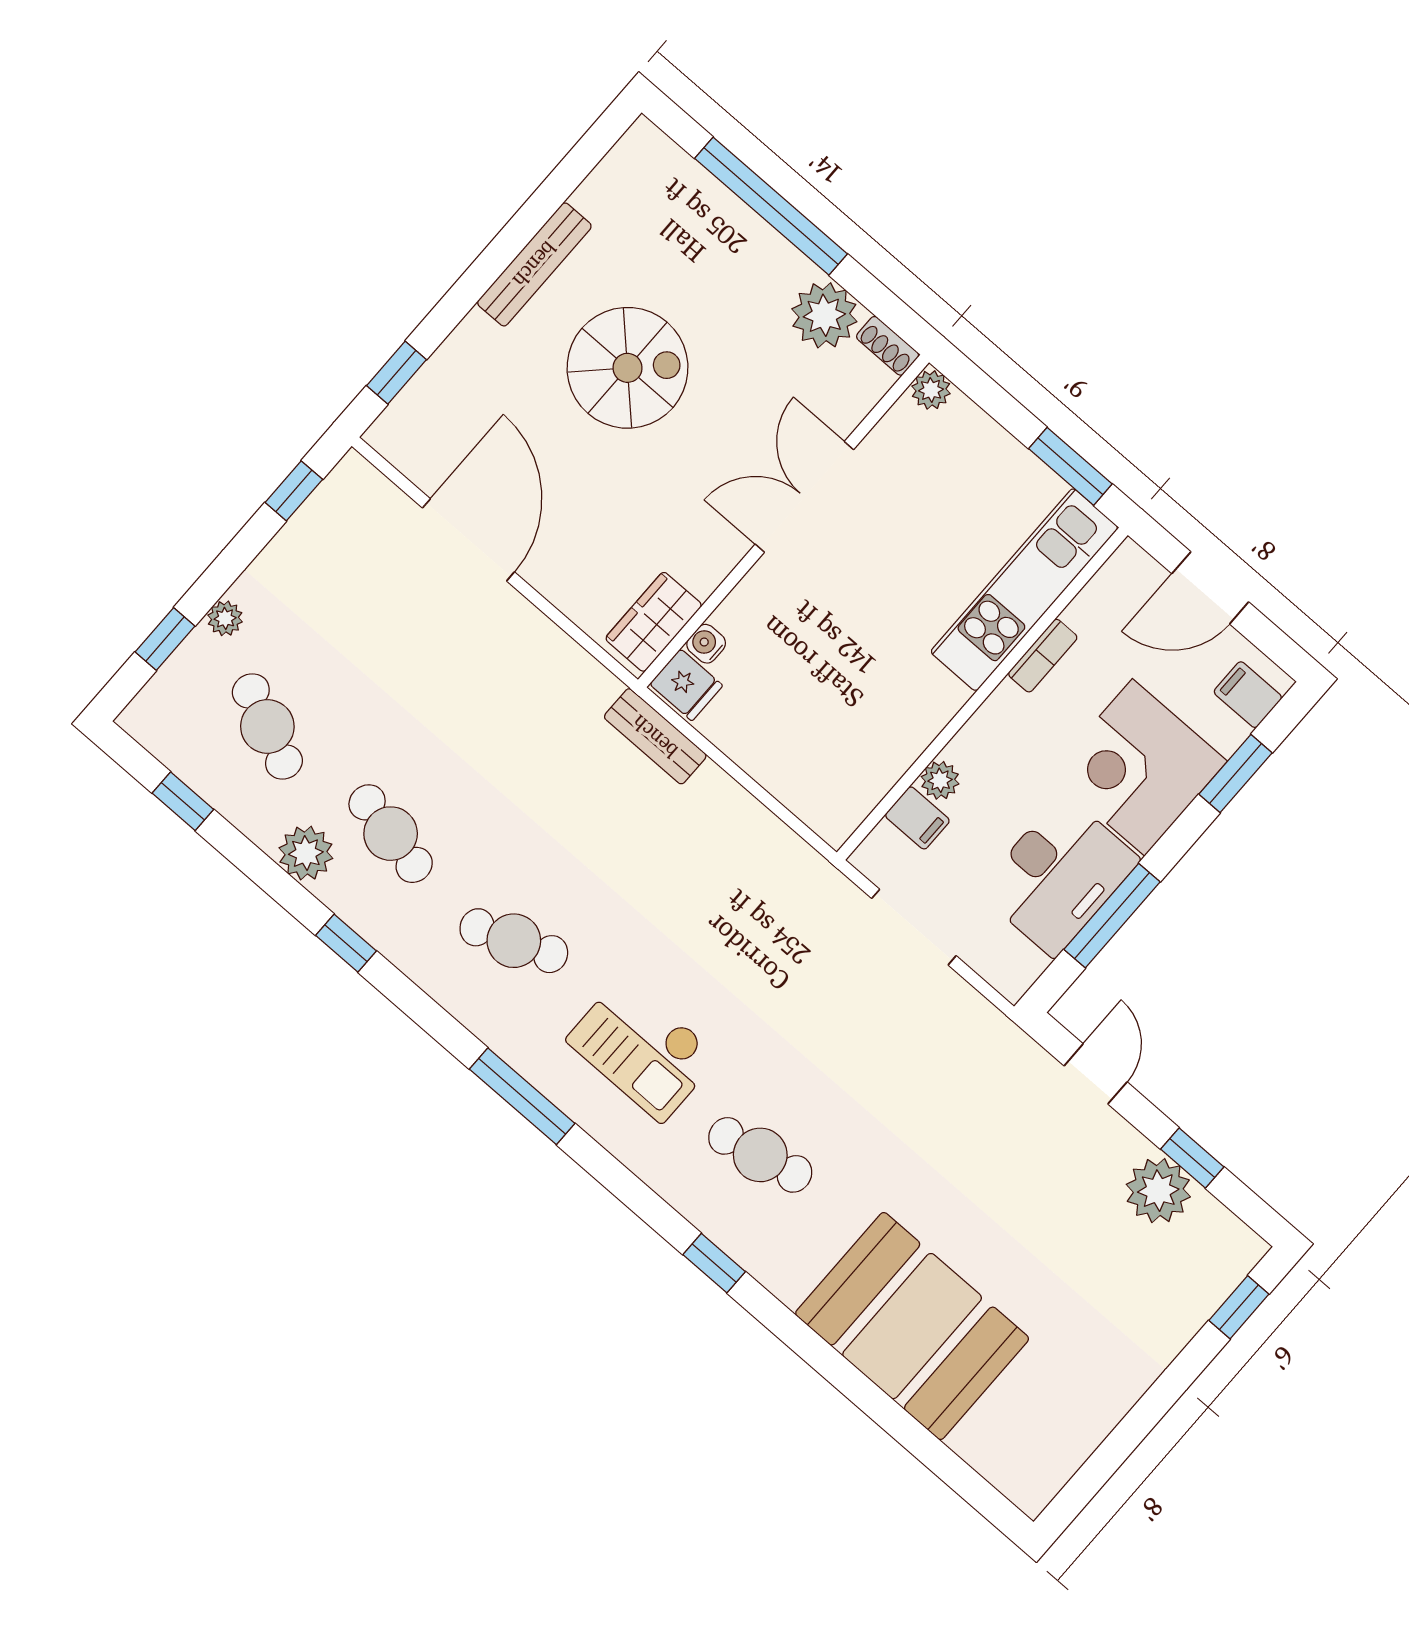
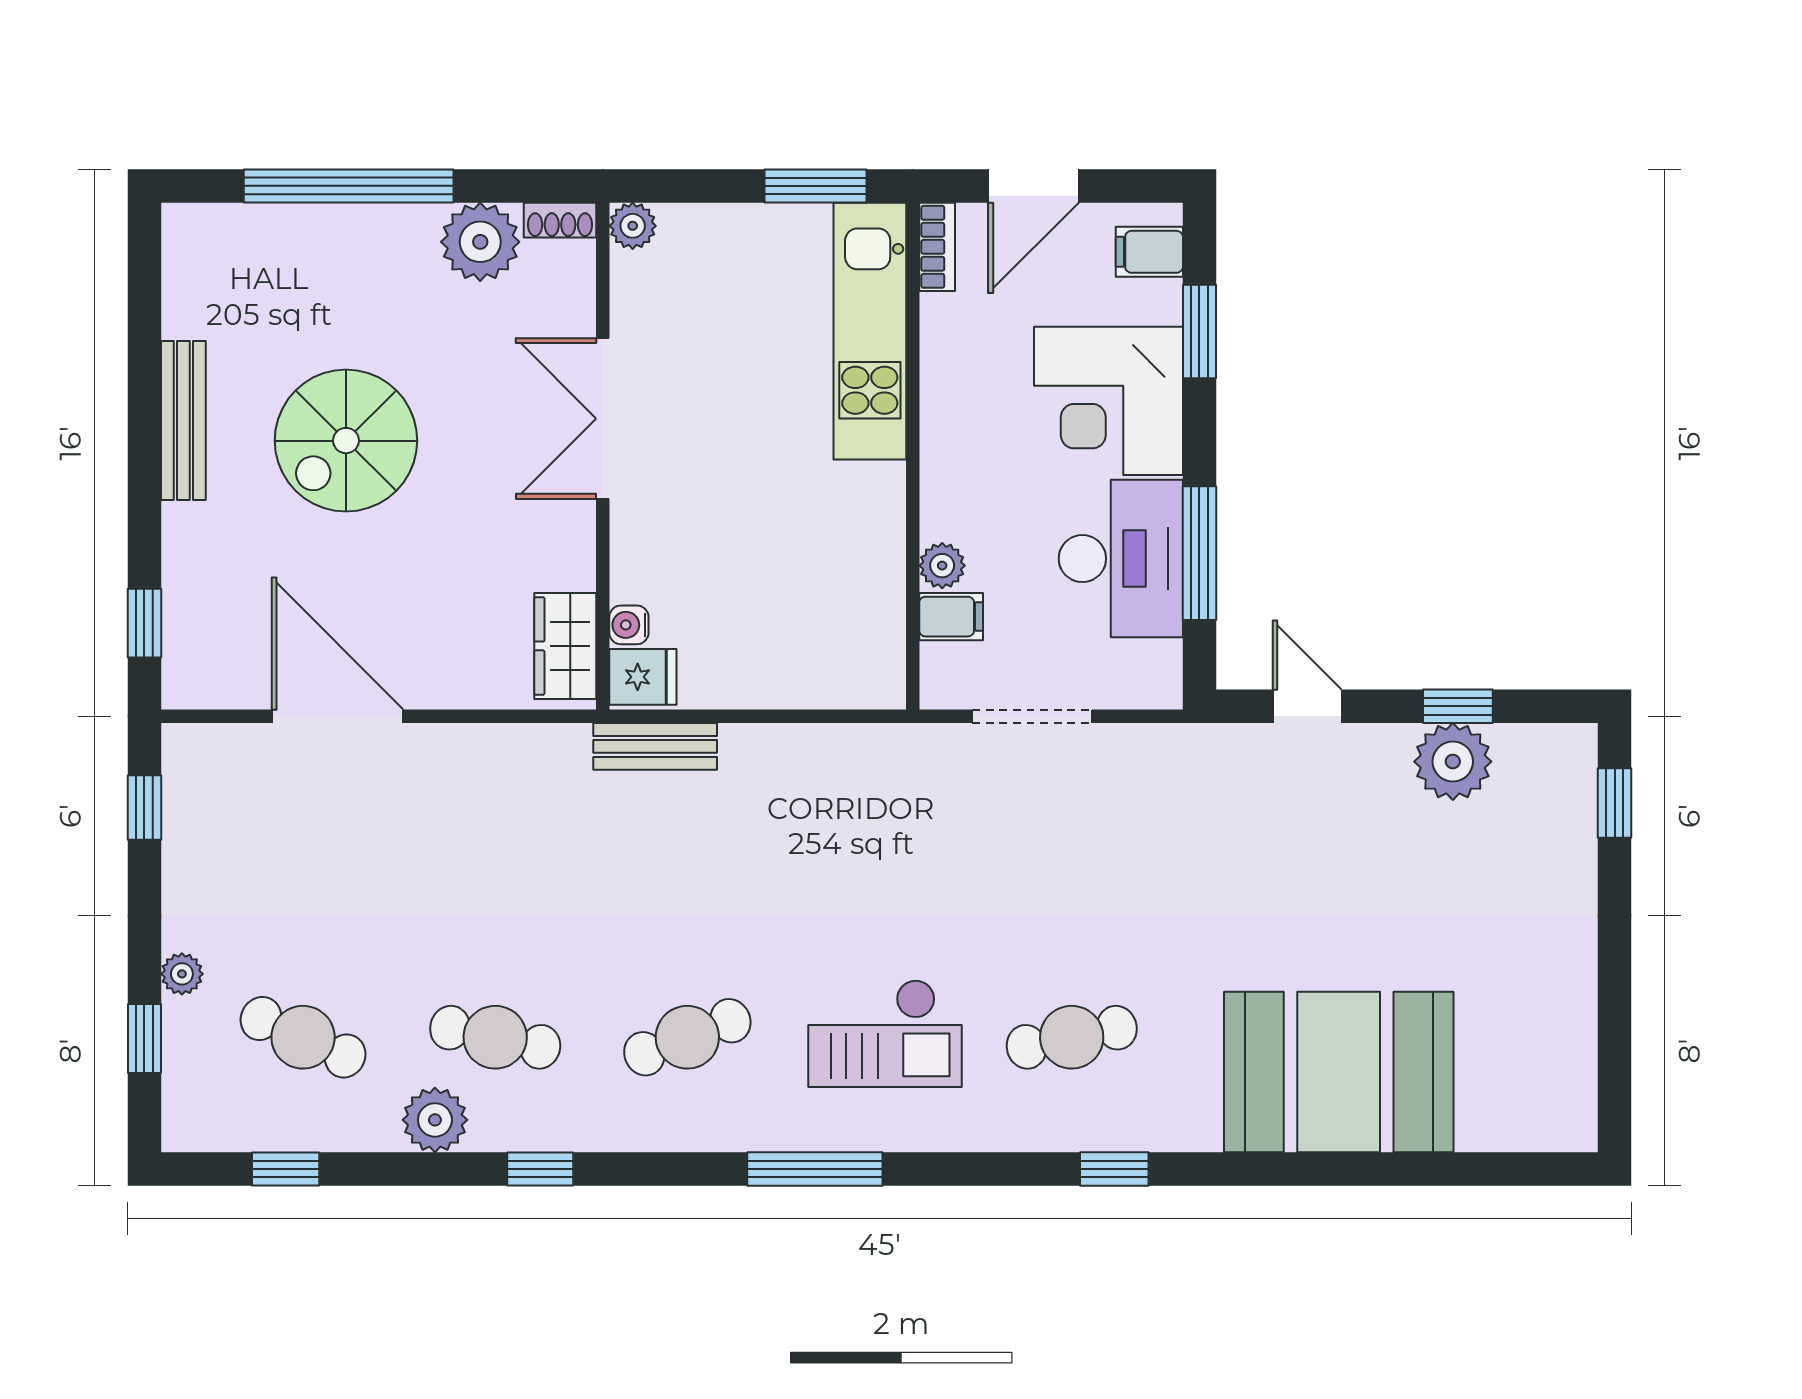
spiral stairs: (627, 368) -> (346, 441), turned 180
bookcase: (1043, 656) -> (937, 247), moved

